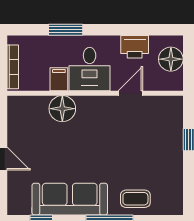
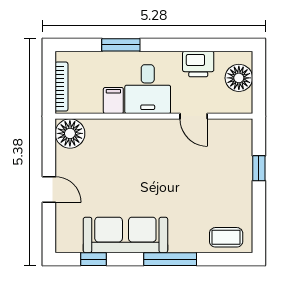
door: (130, 93) -> (194, 116), swing flipped
floor lamp: (62, 109) -> (70, 133), moved
coffee table: (135, 199) -> (226, 237), moved

